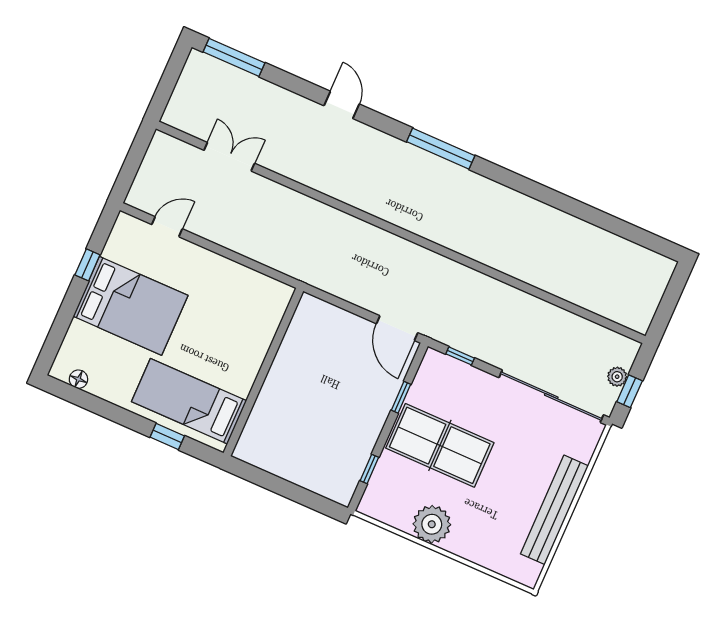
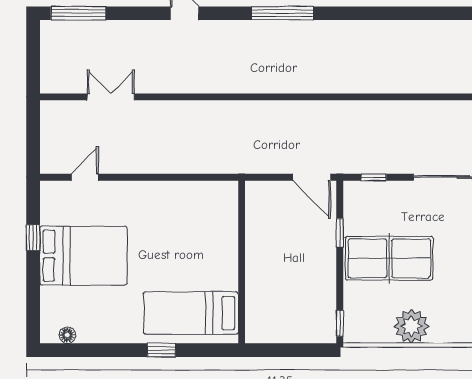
wall: (263, 372) -> (242, 262), moved
bed: (189, 401) -> (191, 313), moved
window: (369, 469) -> (340, 323), moved

